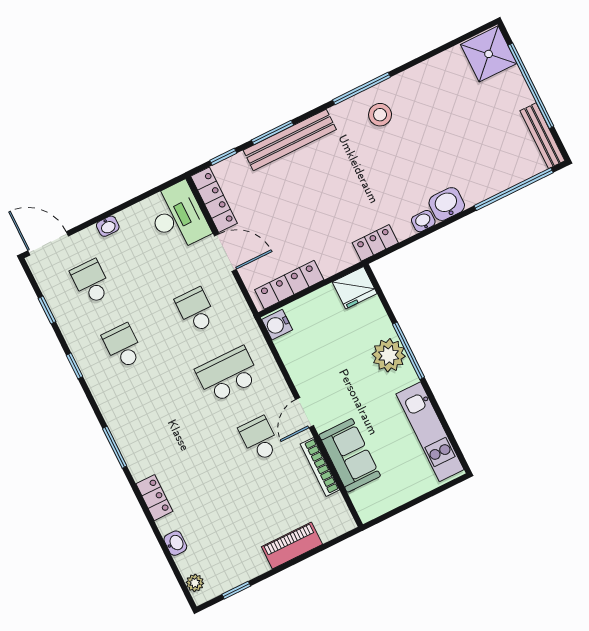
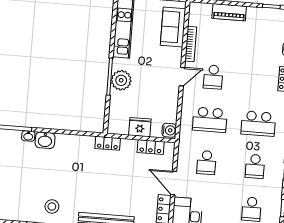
washbasin: (423, 221) -> (28, 136), moved
locker: (375, 243) -> (108, 143), moved
locker: (289, 285) -> (151, 147), width x0.66
fridge: (355, 288) -> (140, 127), moved
school desk: (155, 411) -> (258, 124), added
sofa: (350, 455) -> (173, 27), moved

